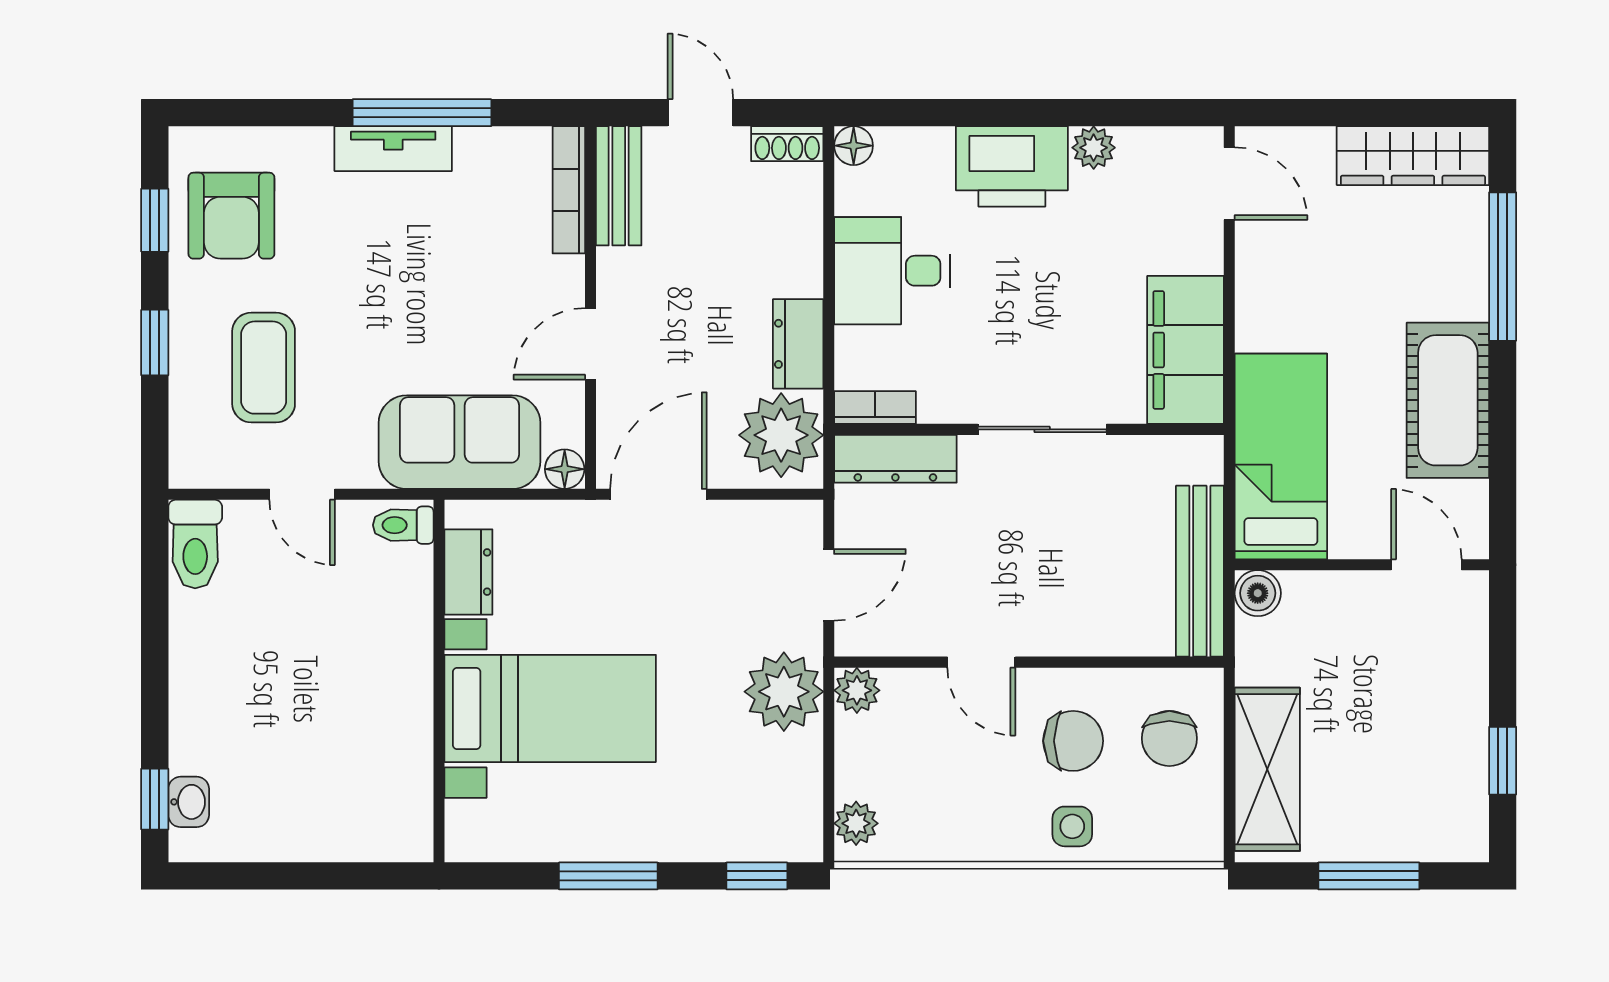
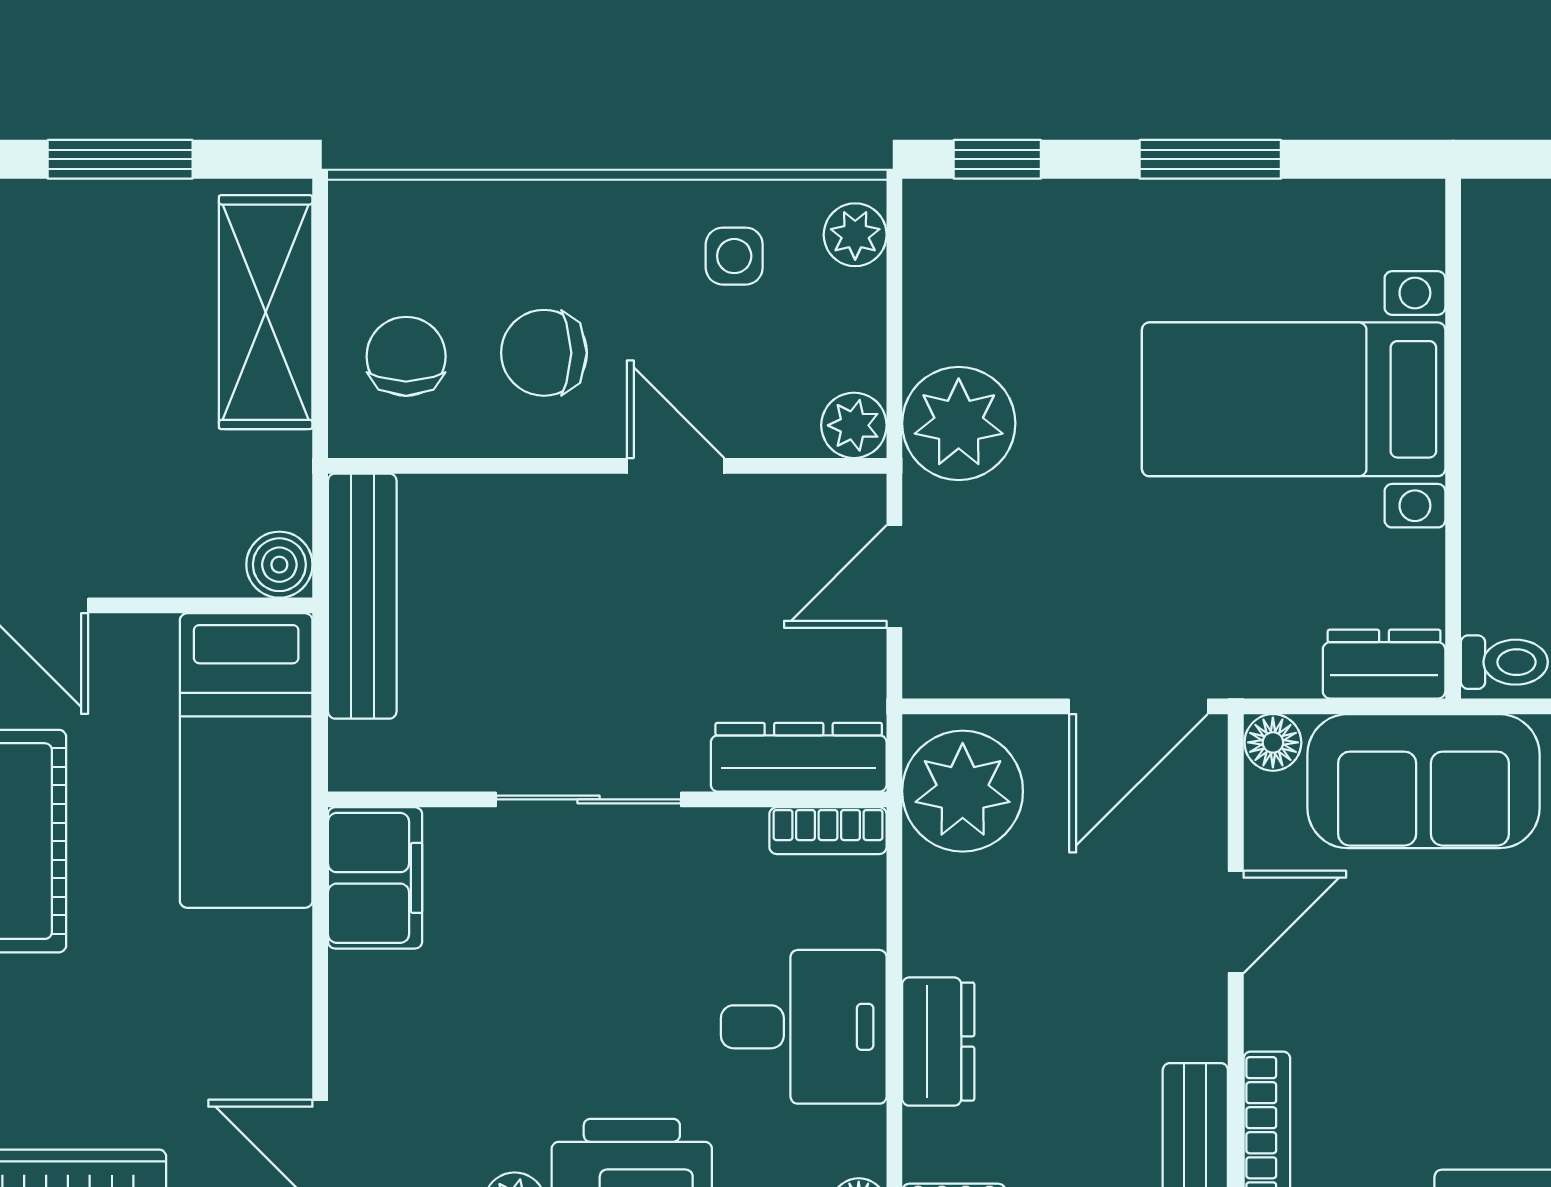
dresser: (798, 344) -> (938, 1042), moved
filing cabinet: (1185, 350) -> (375, 878), width x0.67, depth x0.86
dresser: (468, 572) -> (1384, 664), moved, turned 90
side table: (1072, 826) -> (734, 256), moved

